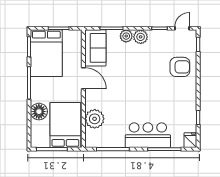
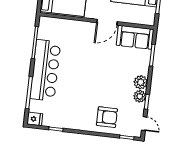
plant: (126, 36) -> (140, 96), moved
armchair: (180, 67) -> (107, 117), turned -90
plant: (95, 119) -> (66, 28), removed
bar counter: (148, 135) -> (45, 70), width x1.36

